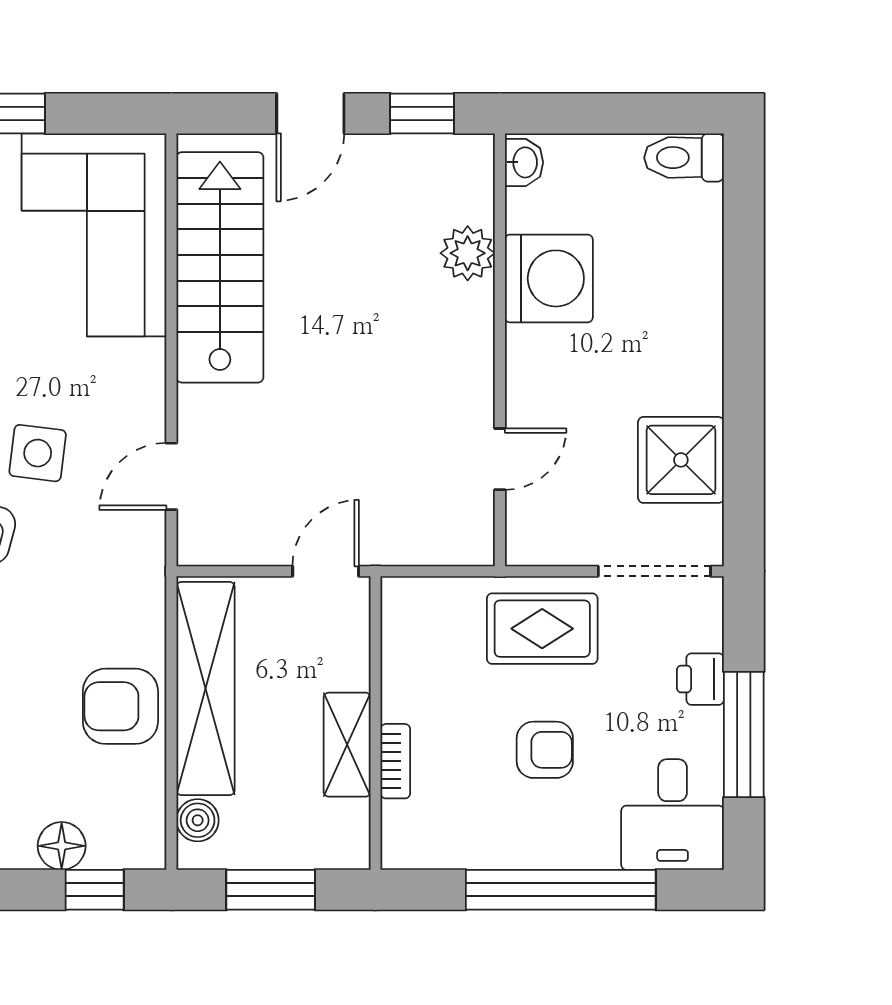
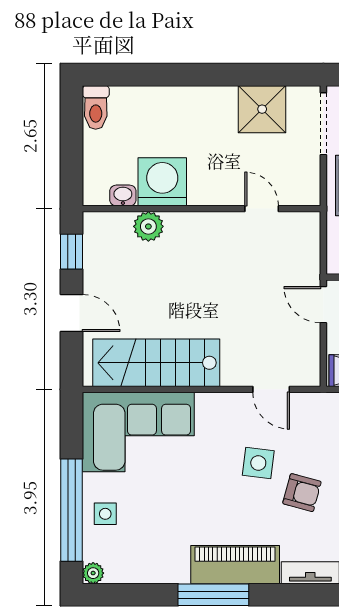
washbasin: (524, 162) -> (123, 195), moved

